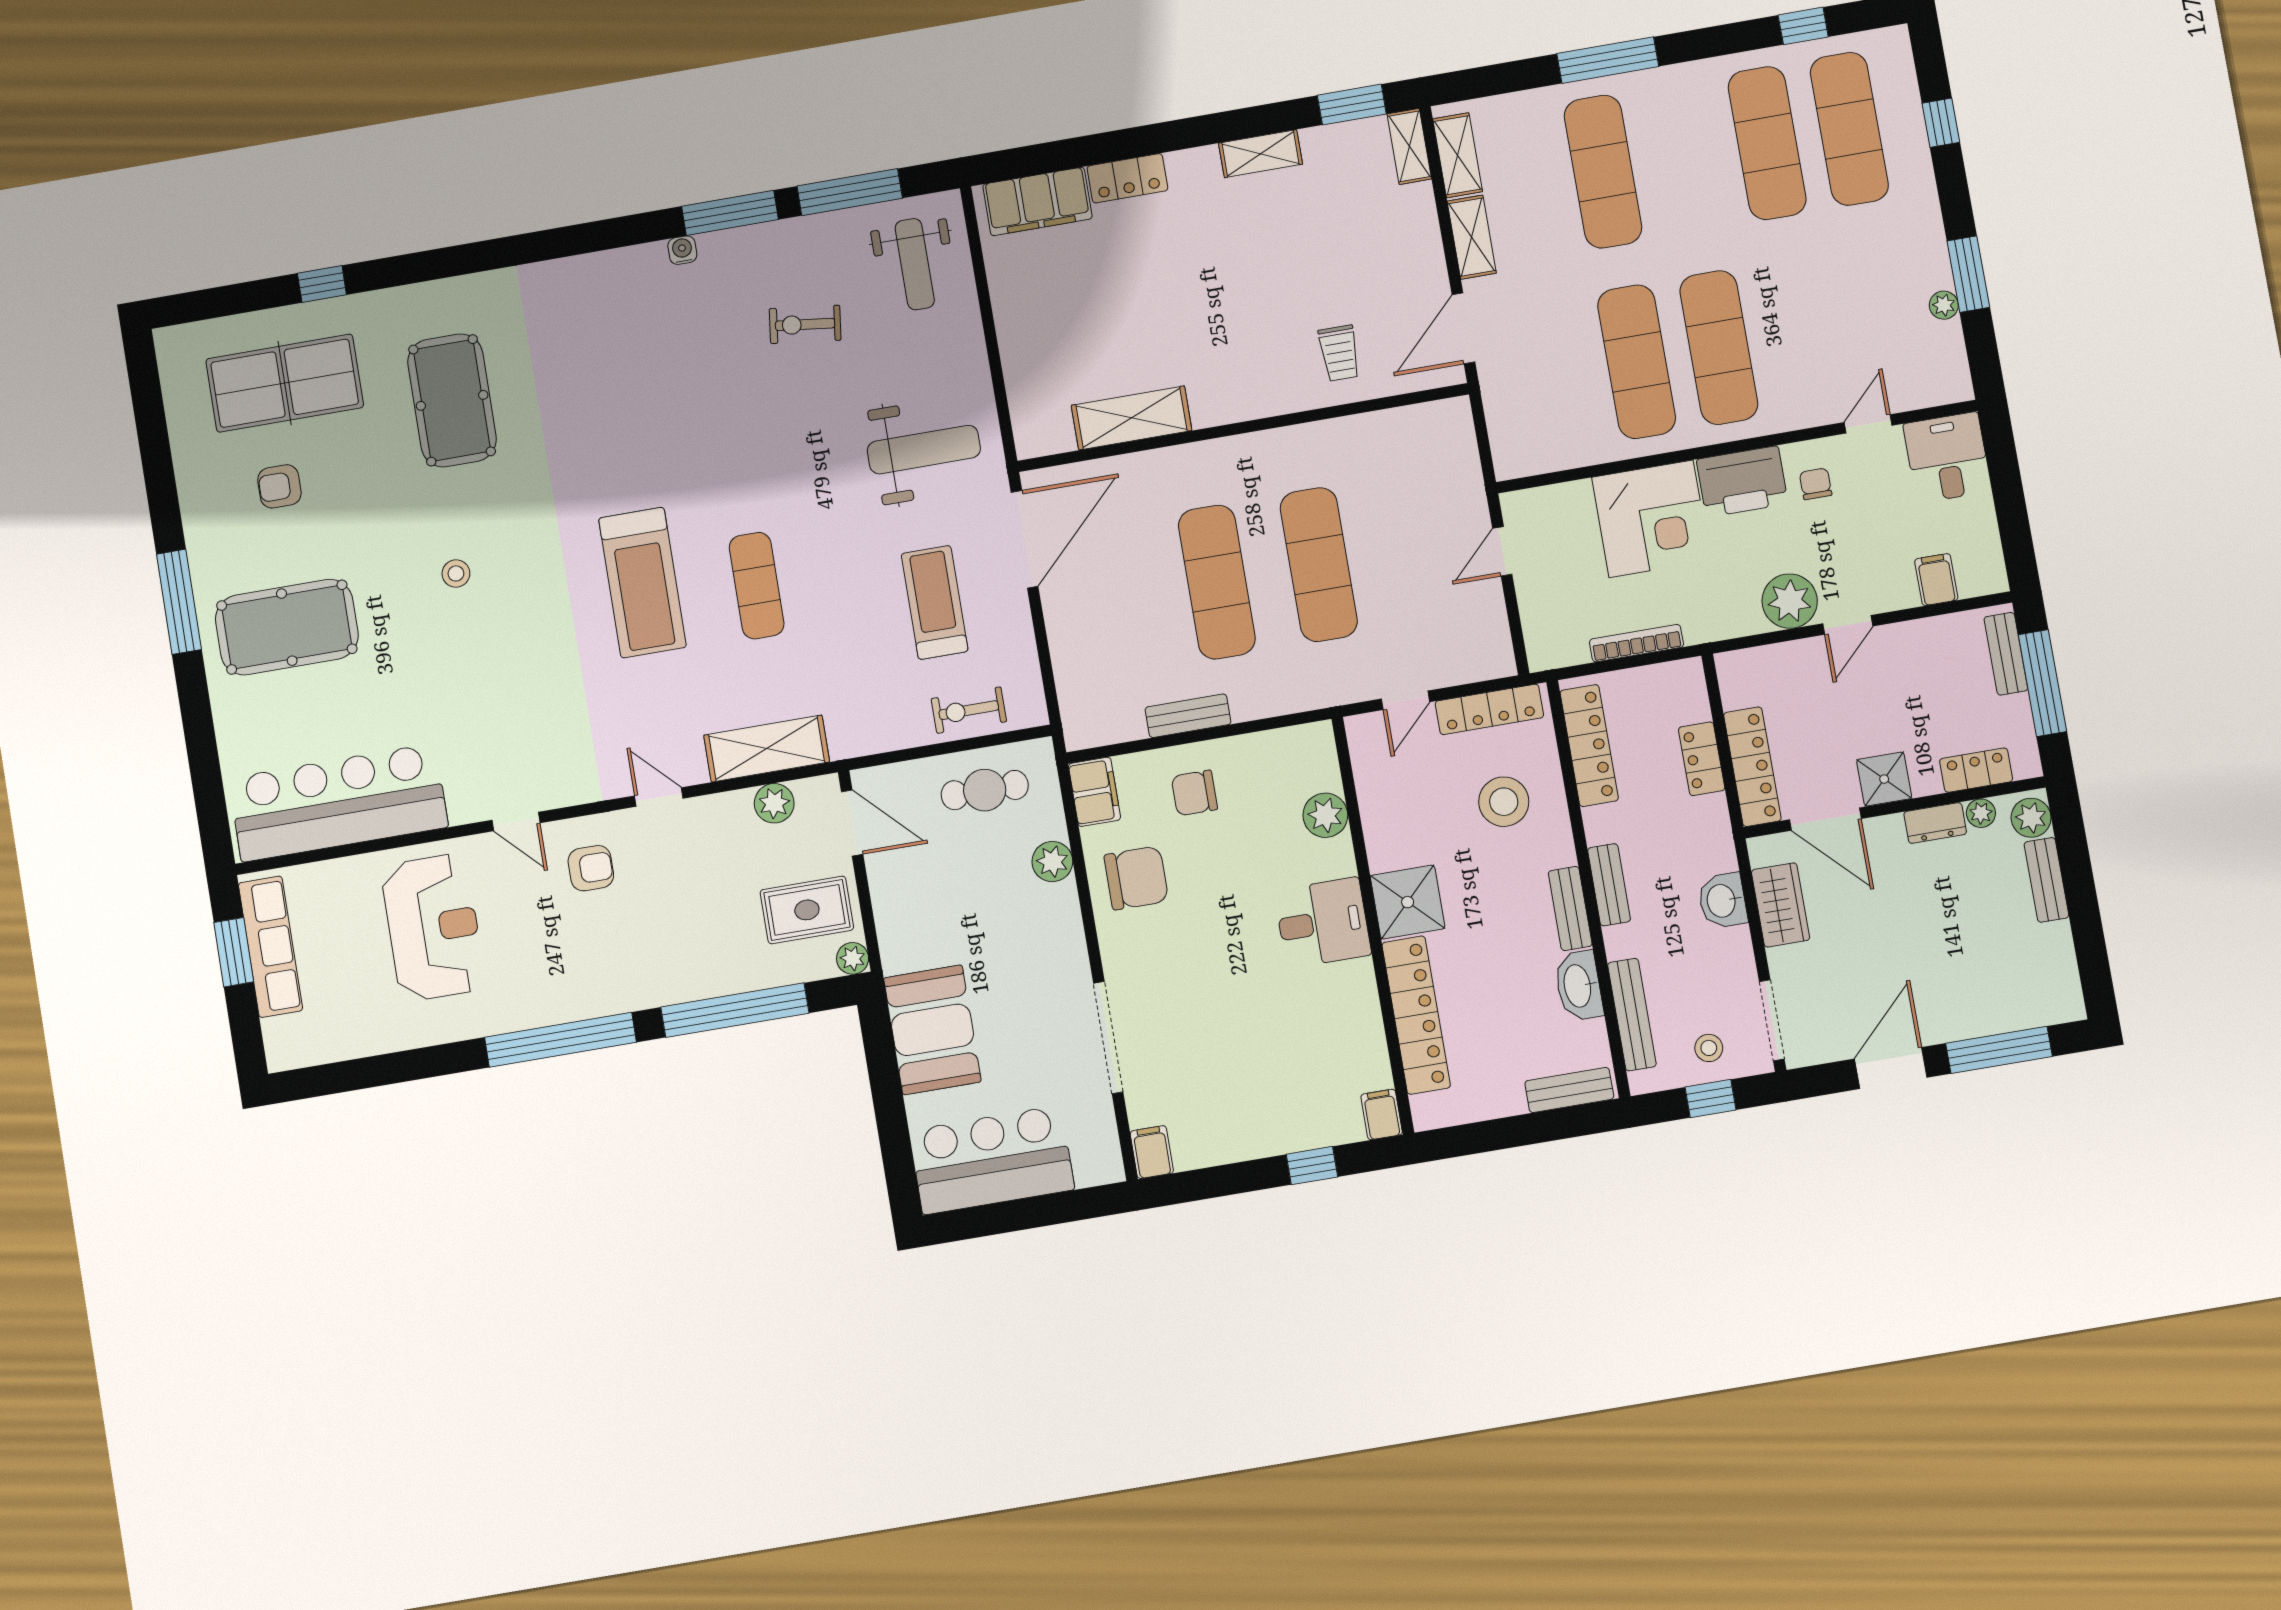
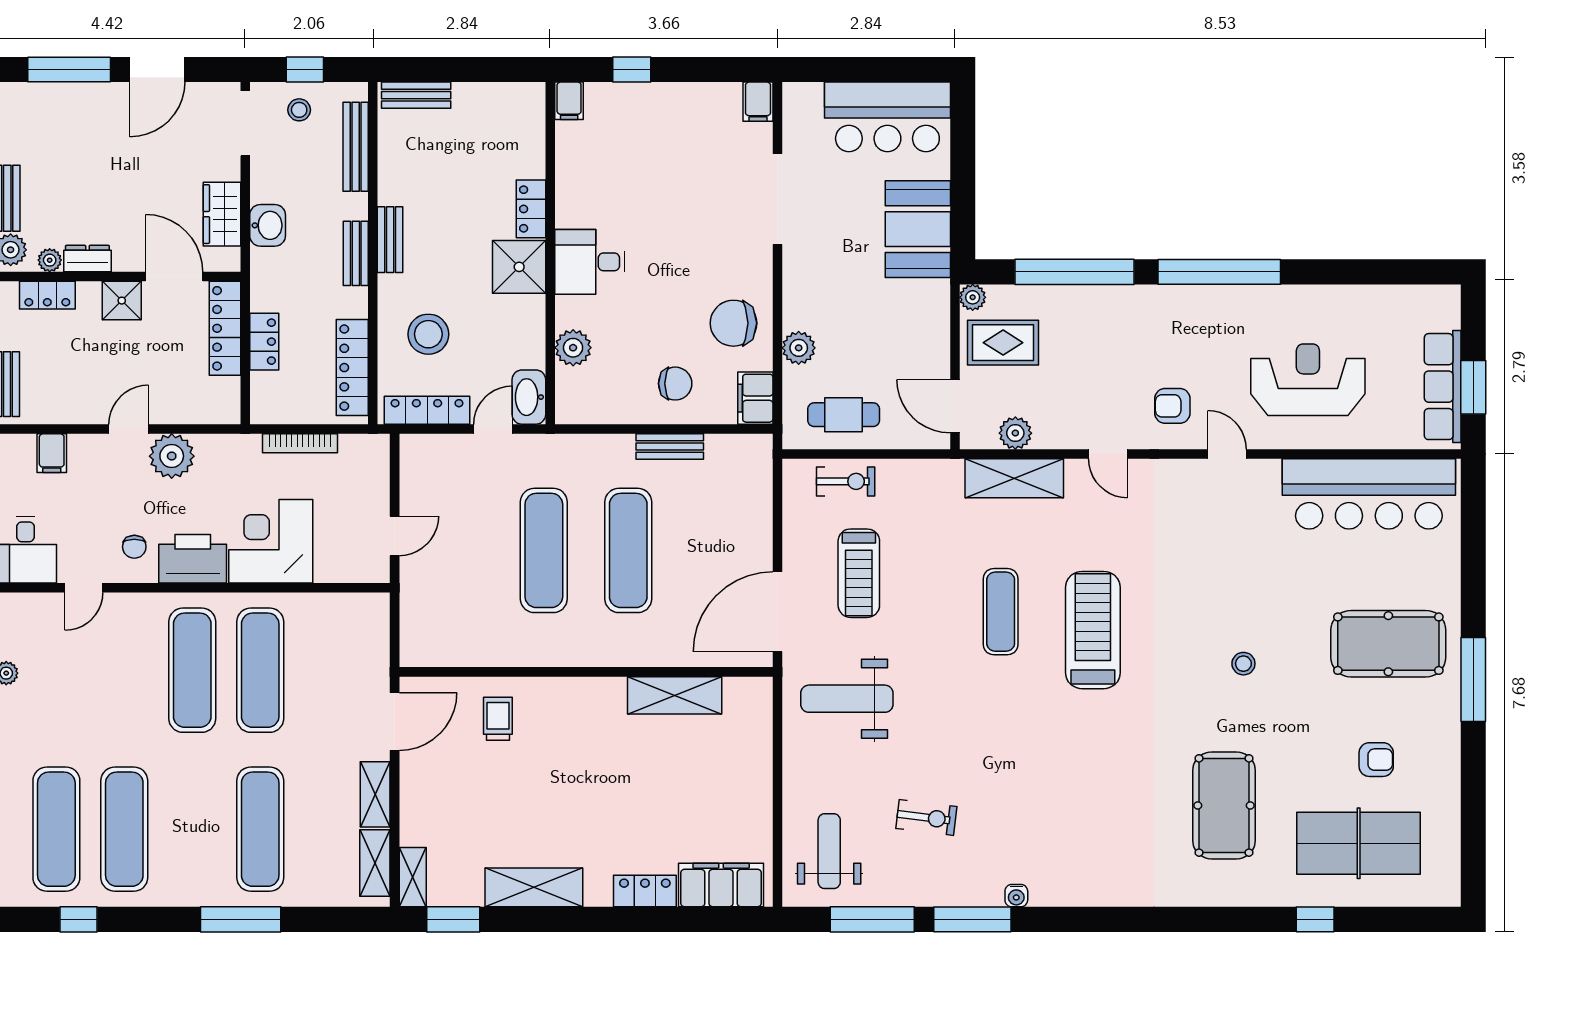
shelving: (1261, 154) -> (534, 887), width x1.50, depth x1.33
reception desk: (433, 927) -> (1308, 380), turned 90
washbasin: (1579, 986) -> (529, 397), moved, turned 180
locker: (1416, 1015) -> (531, 209), width x0.46, depth x0.83

